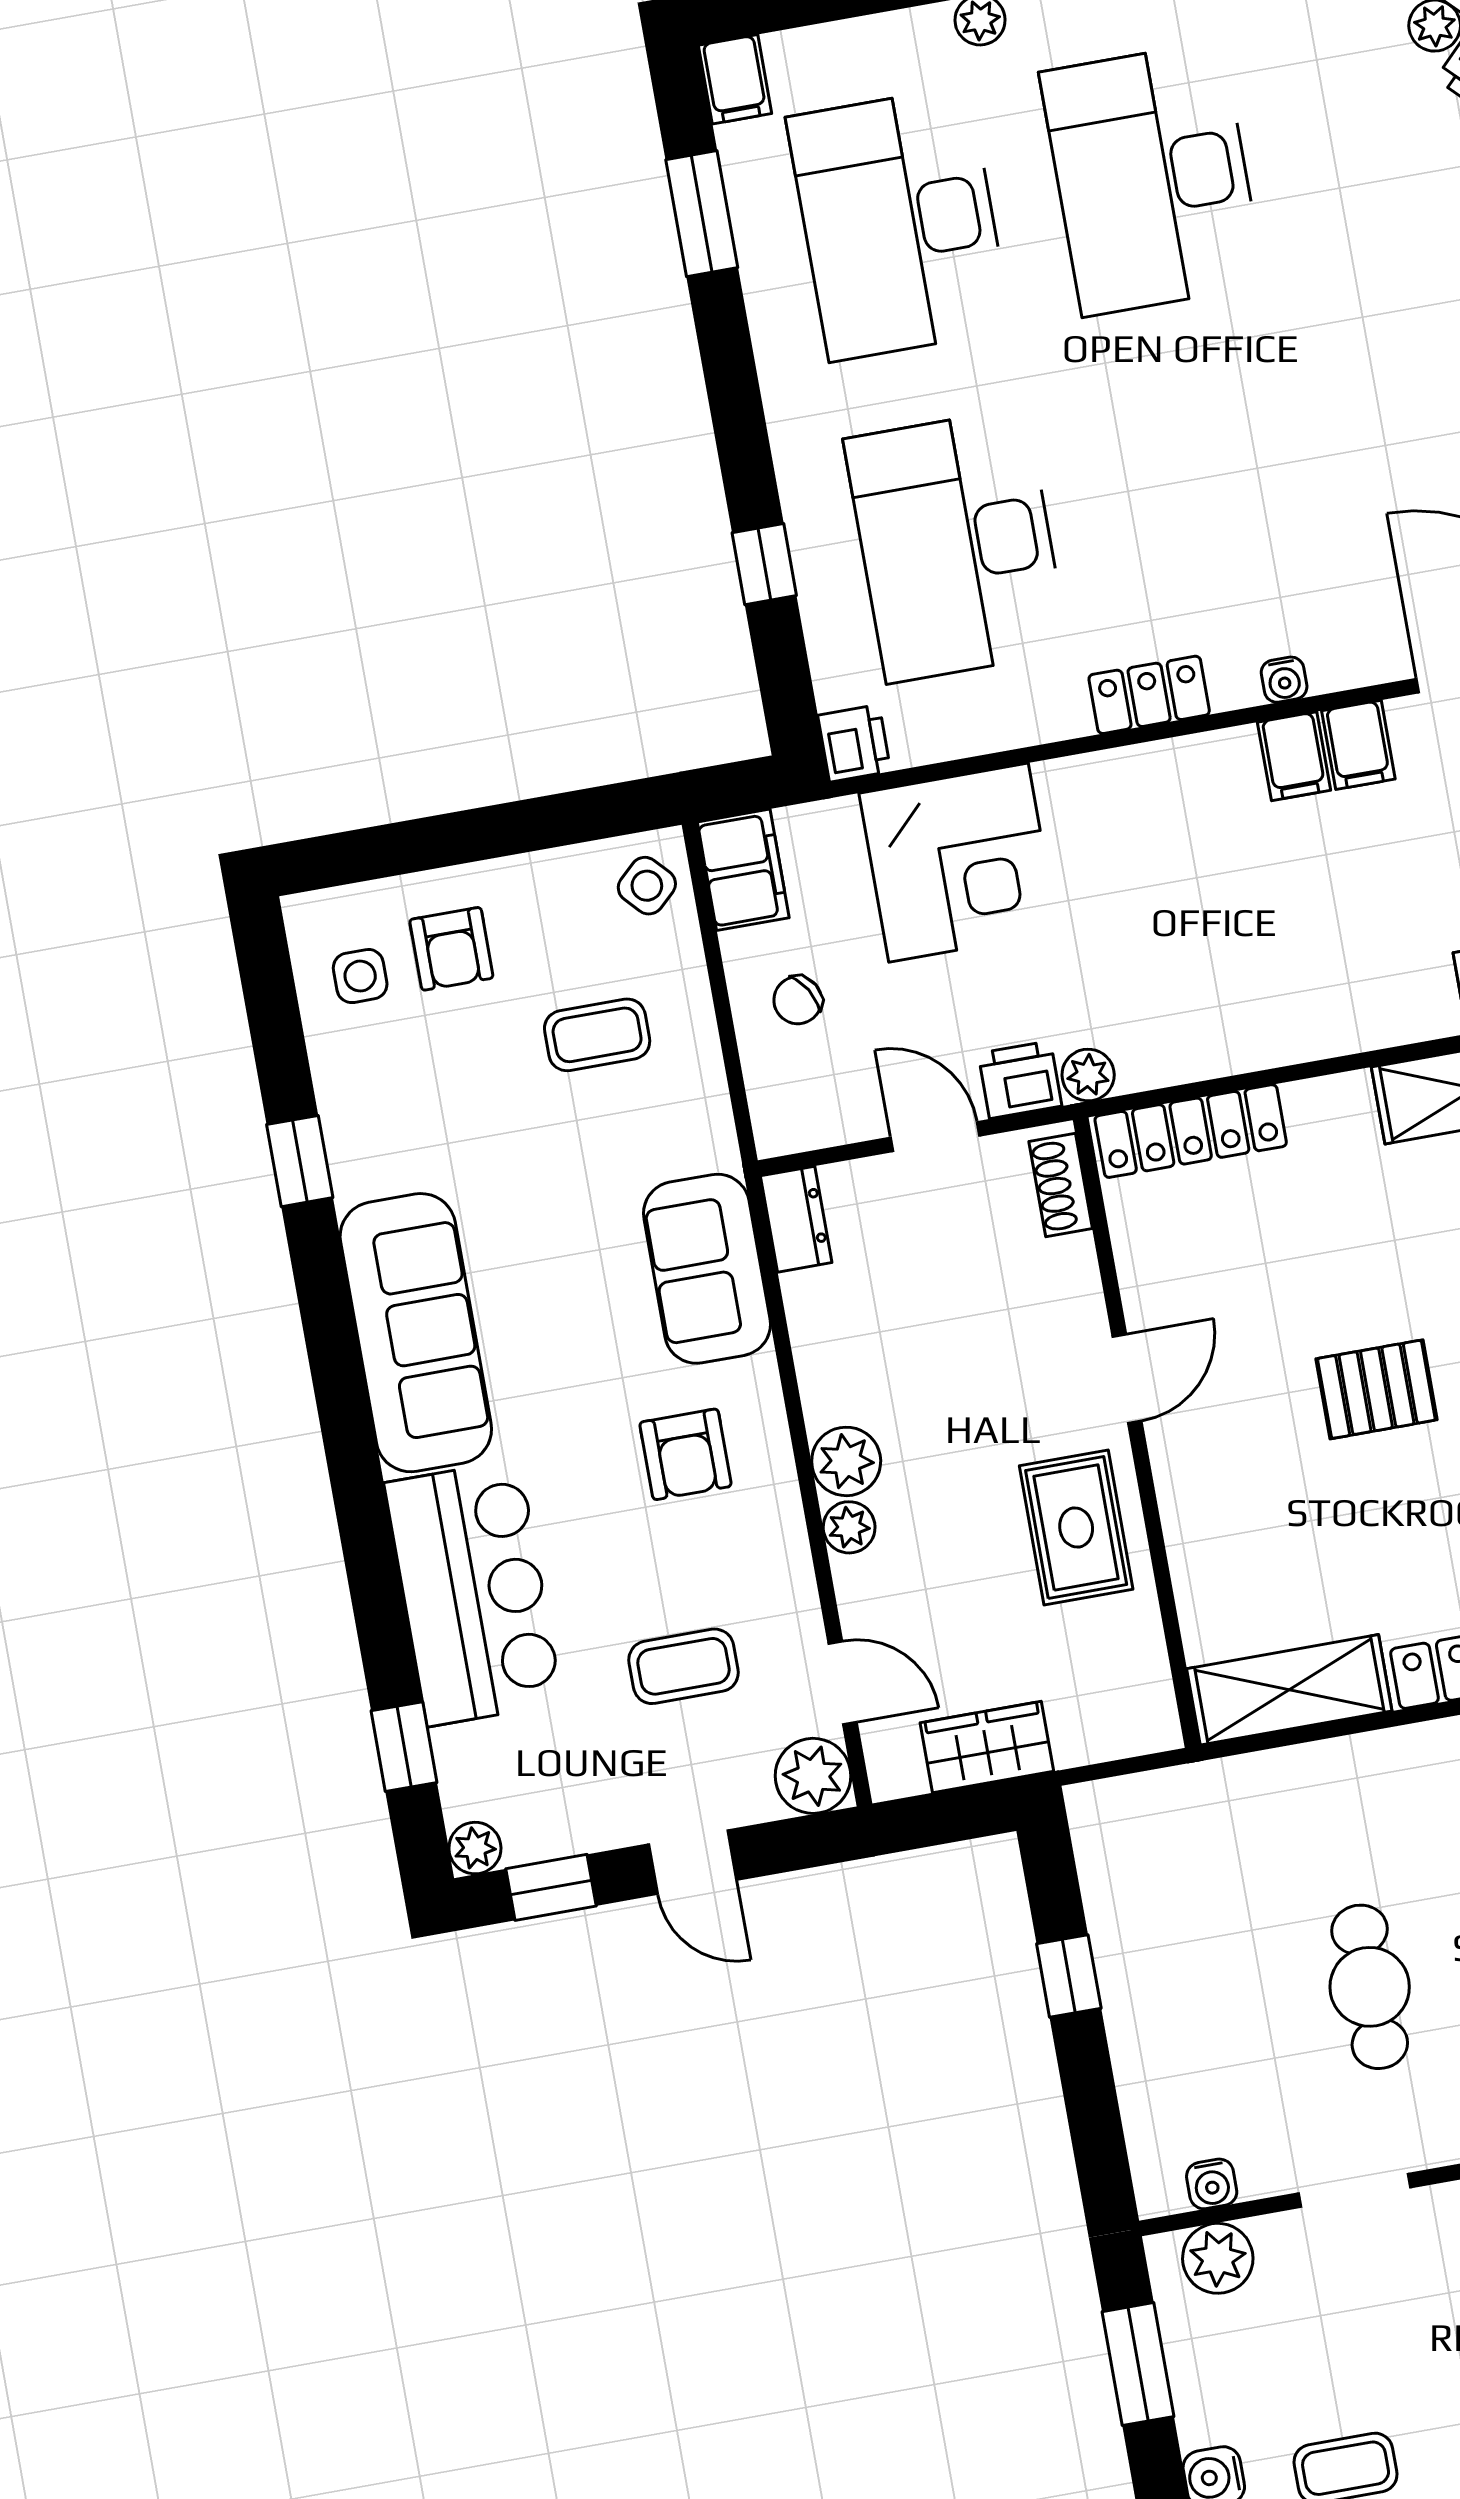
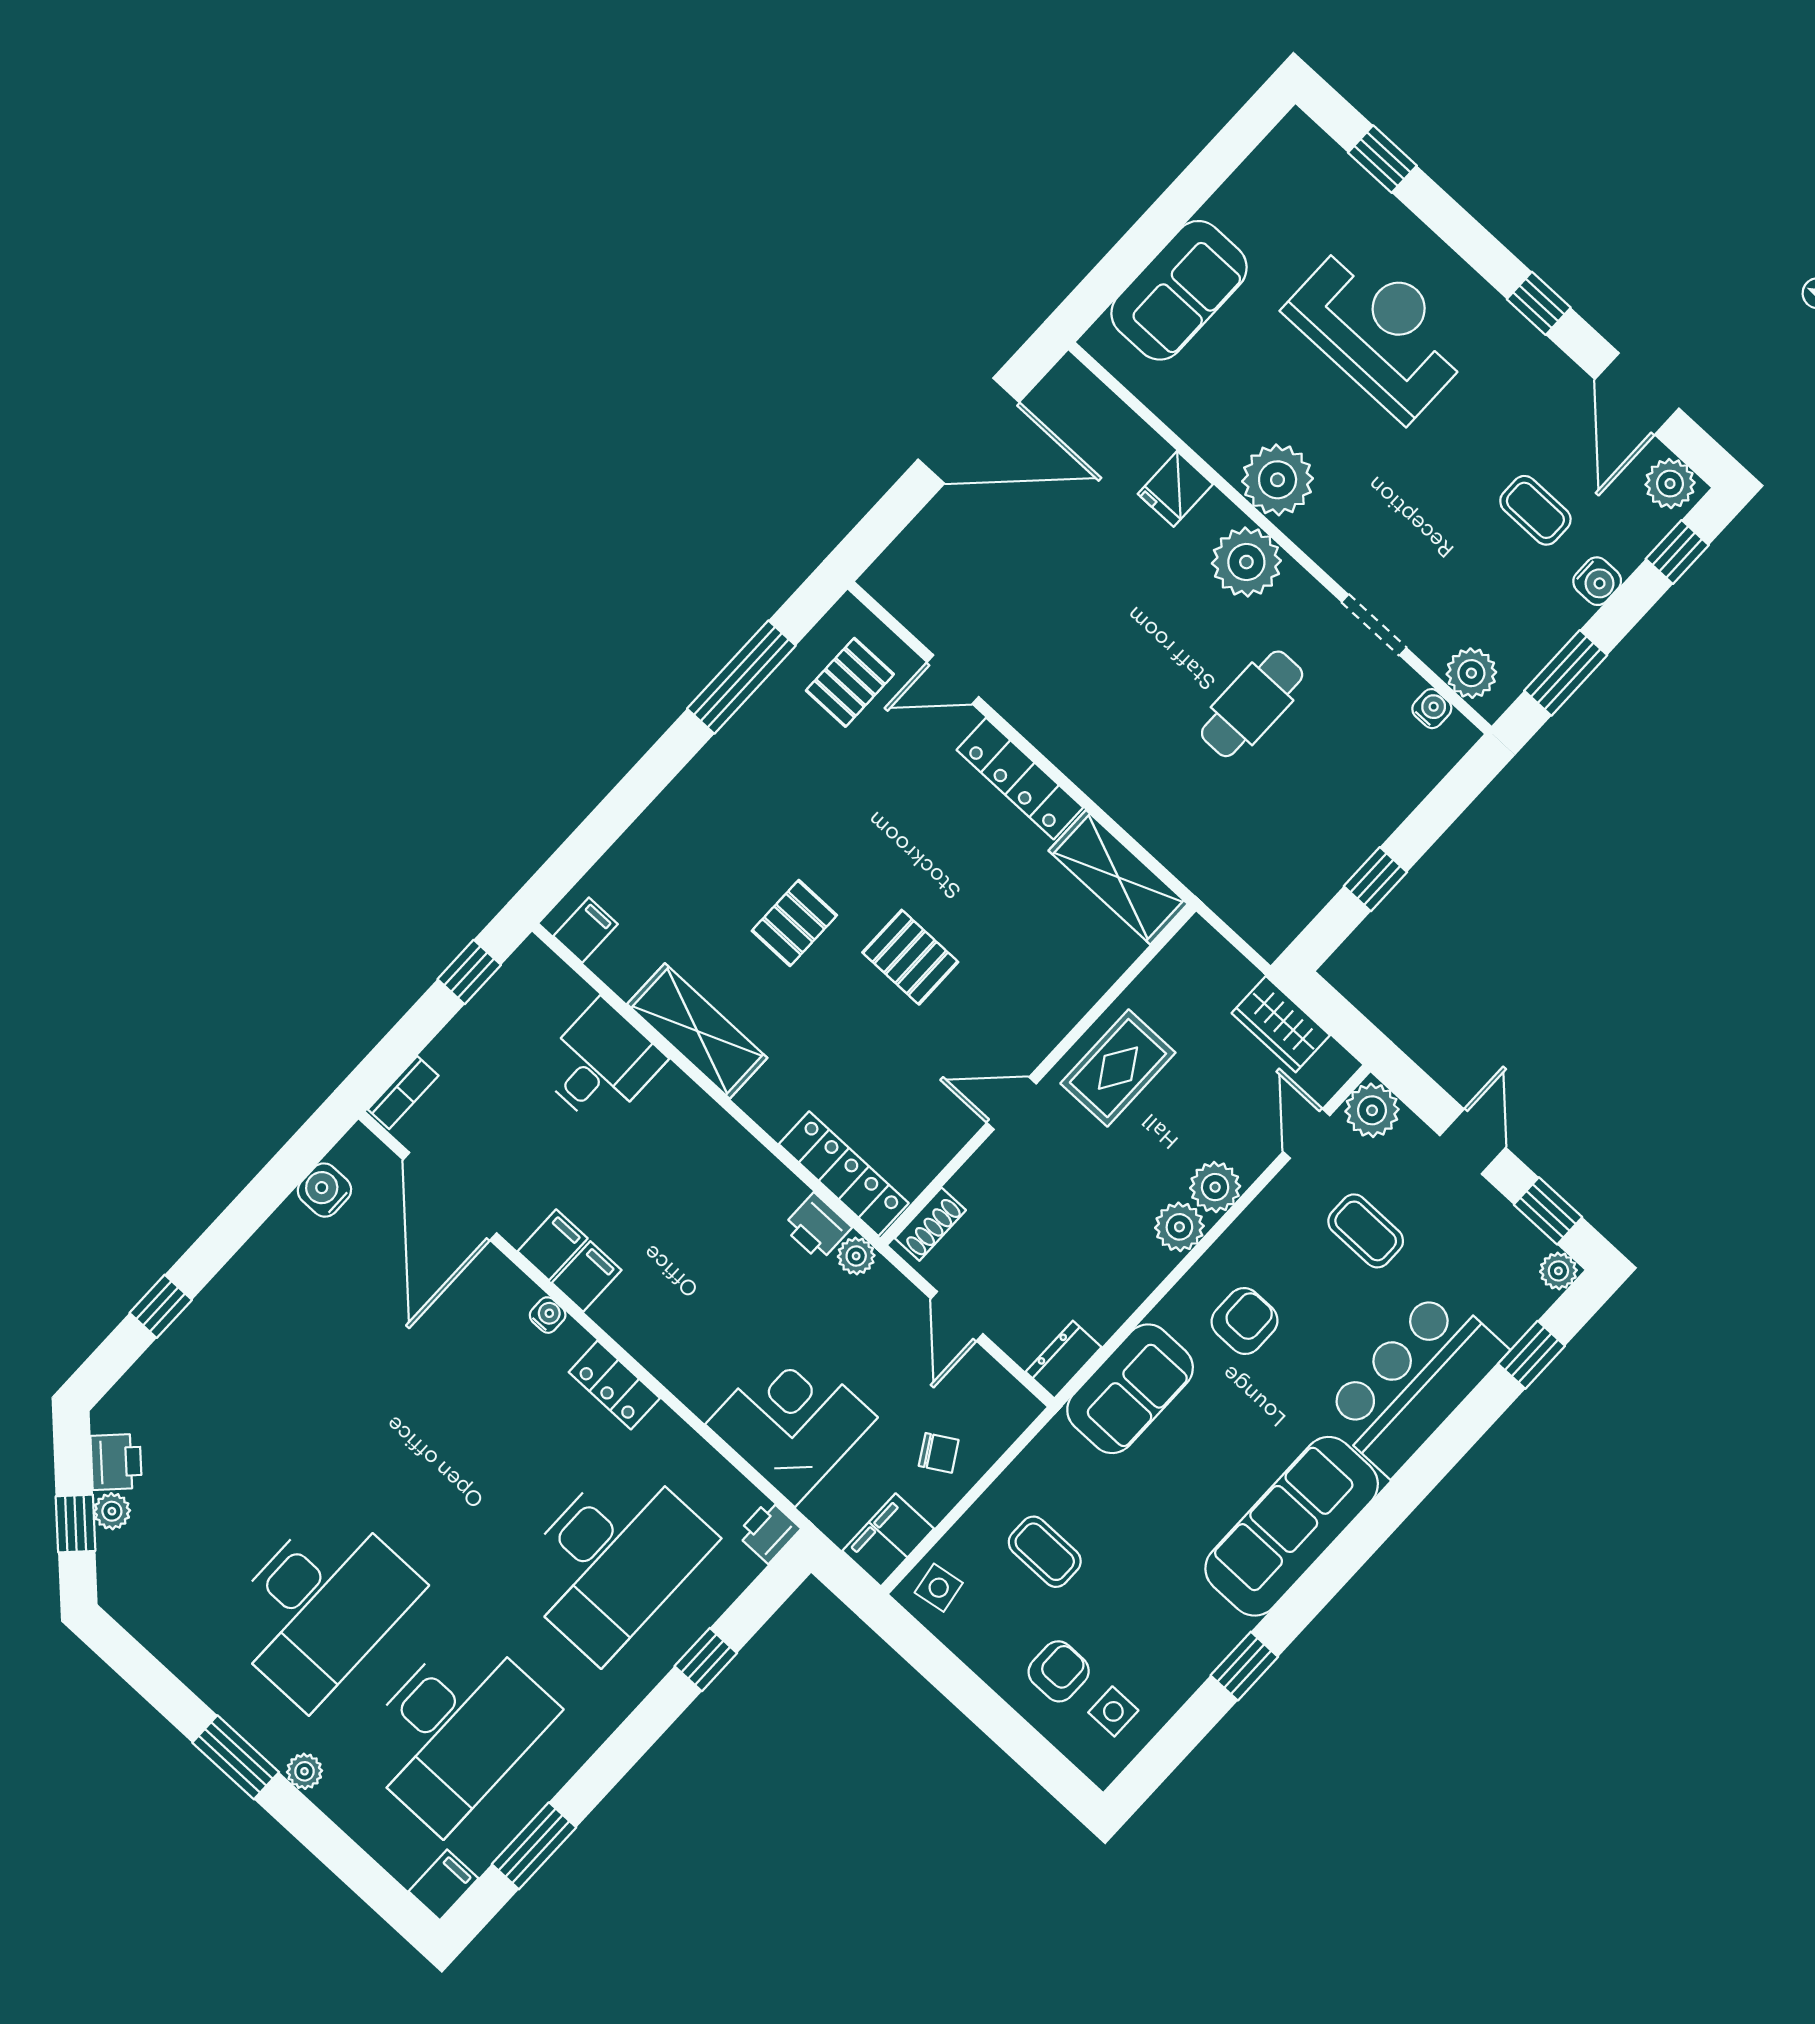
side table: (647, 886) -> (939, 1588), turned 34
printer: (1020, 1080) -> (817, 1227), moved
plant: (849, 1527) -> (1215, 1187), width x1.38, depth x1.38

